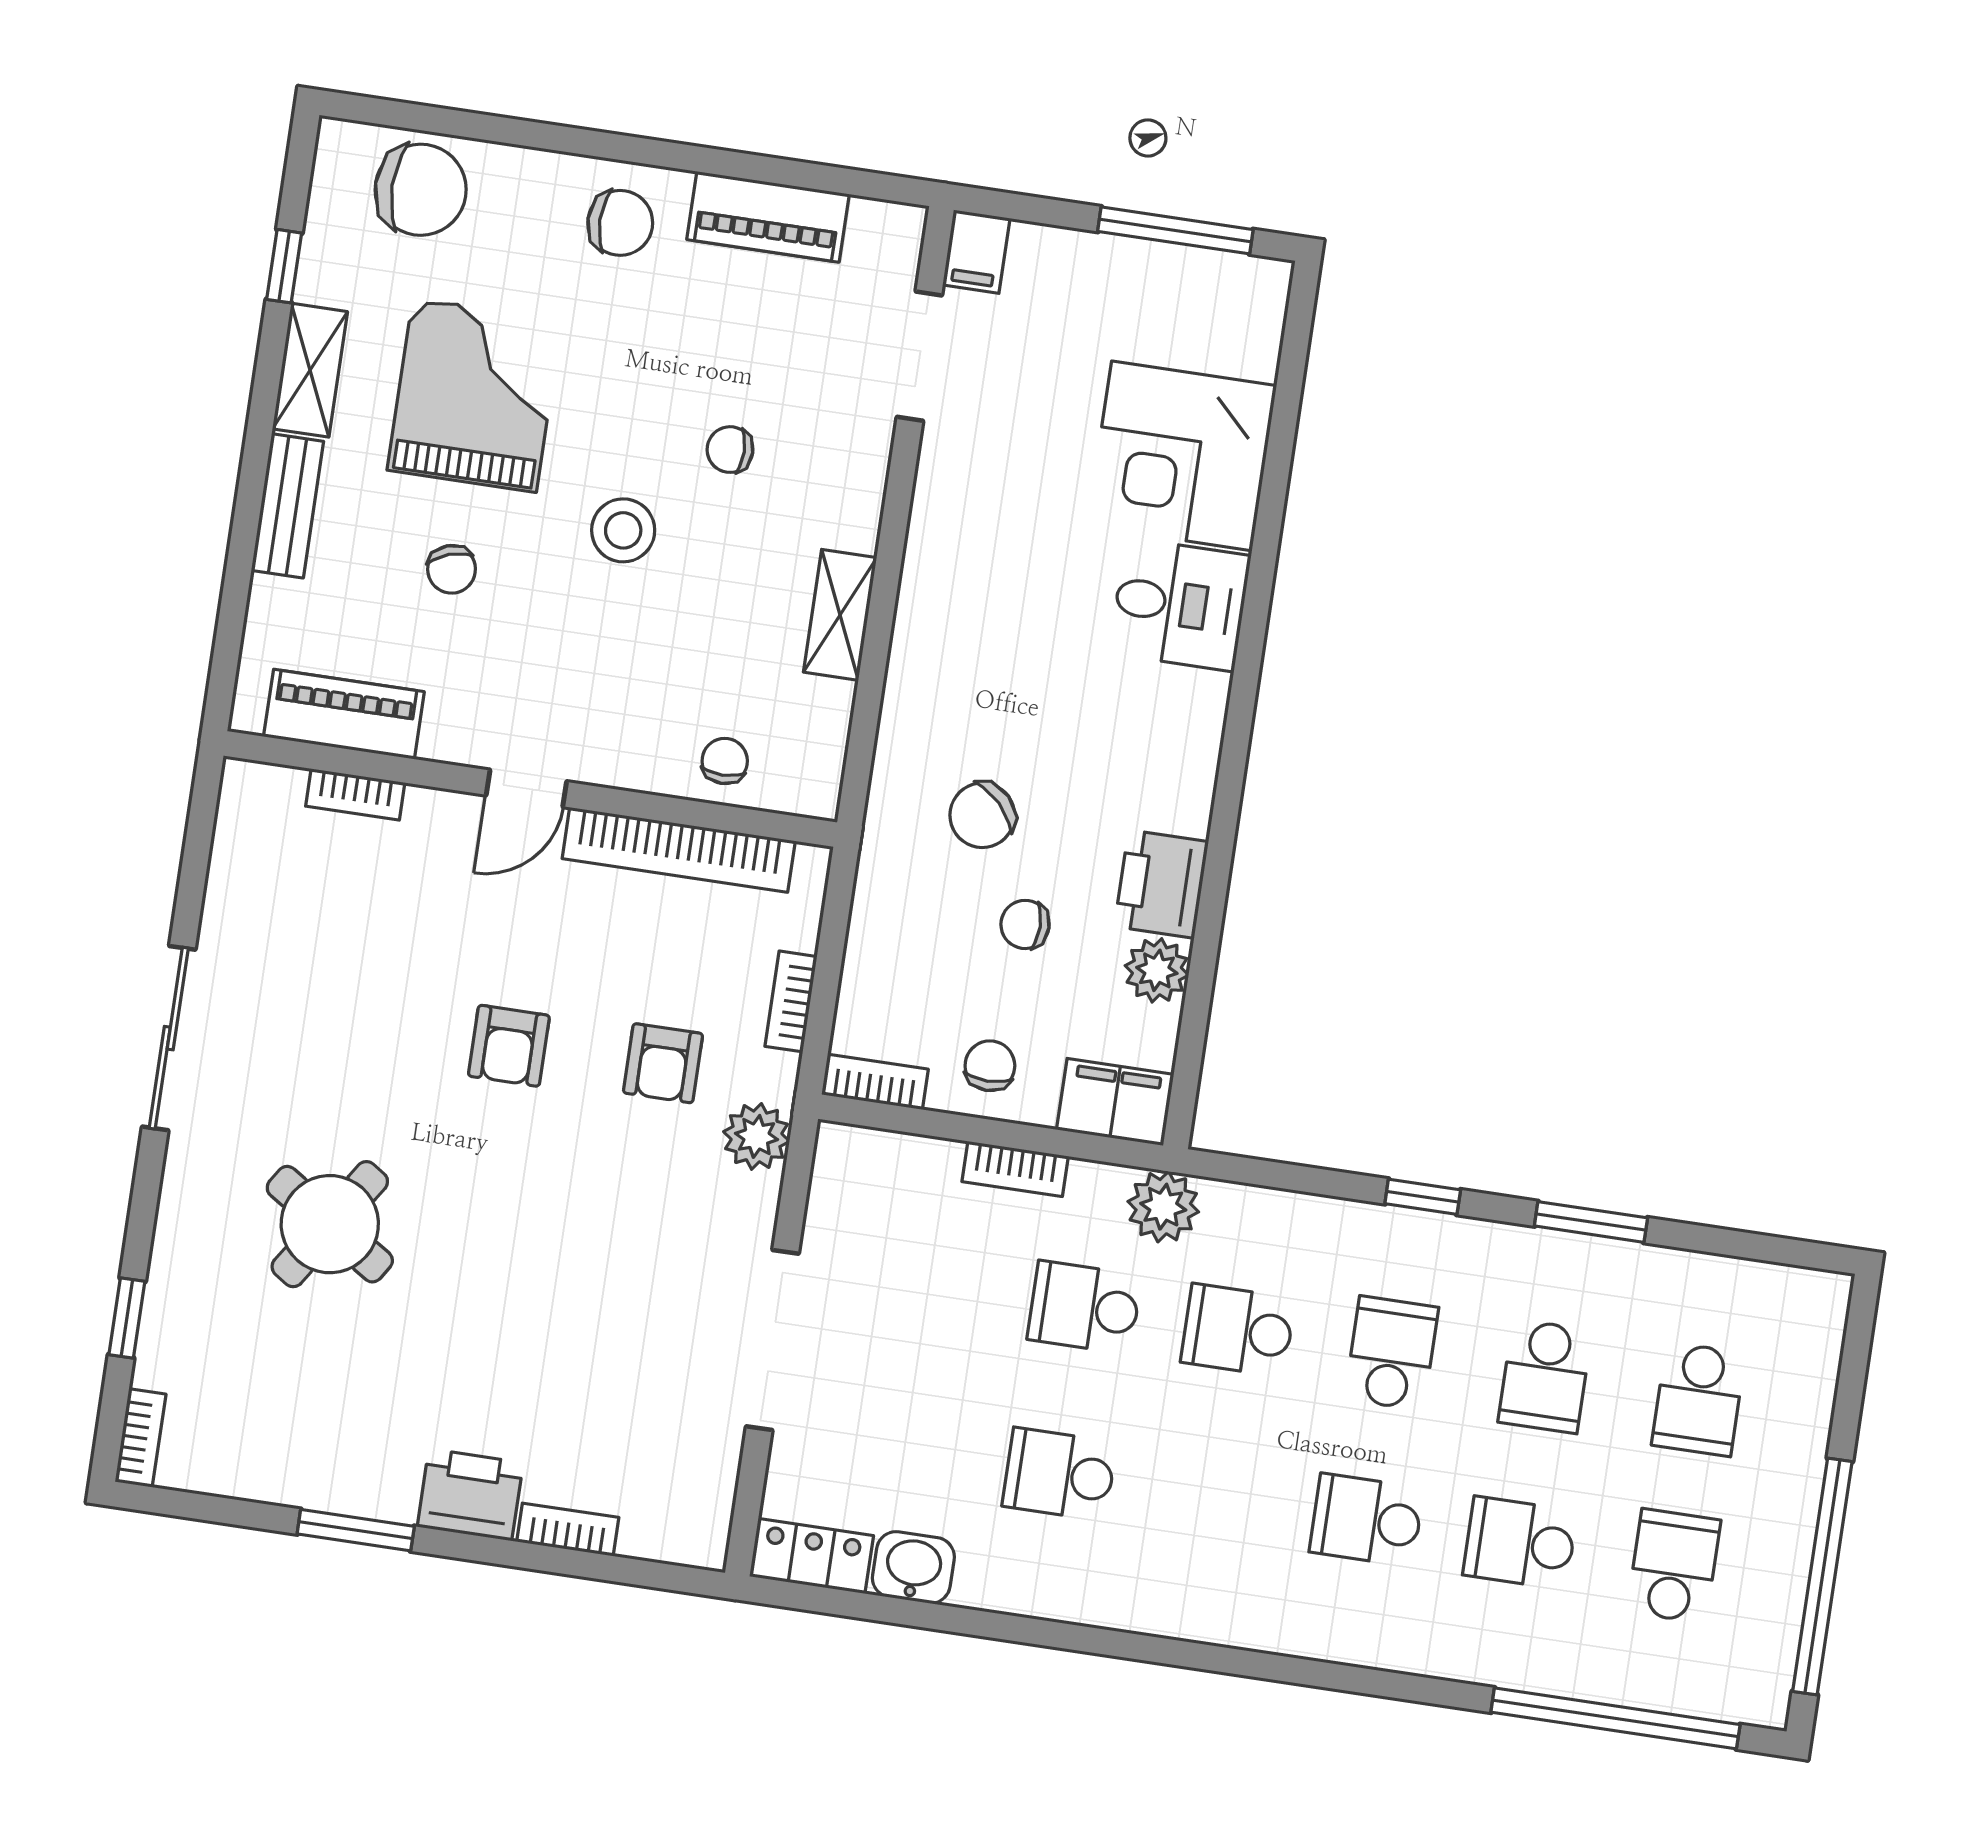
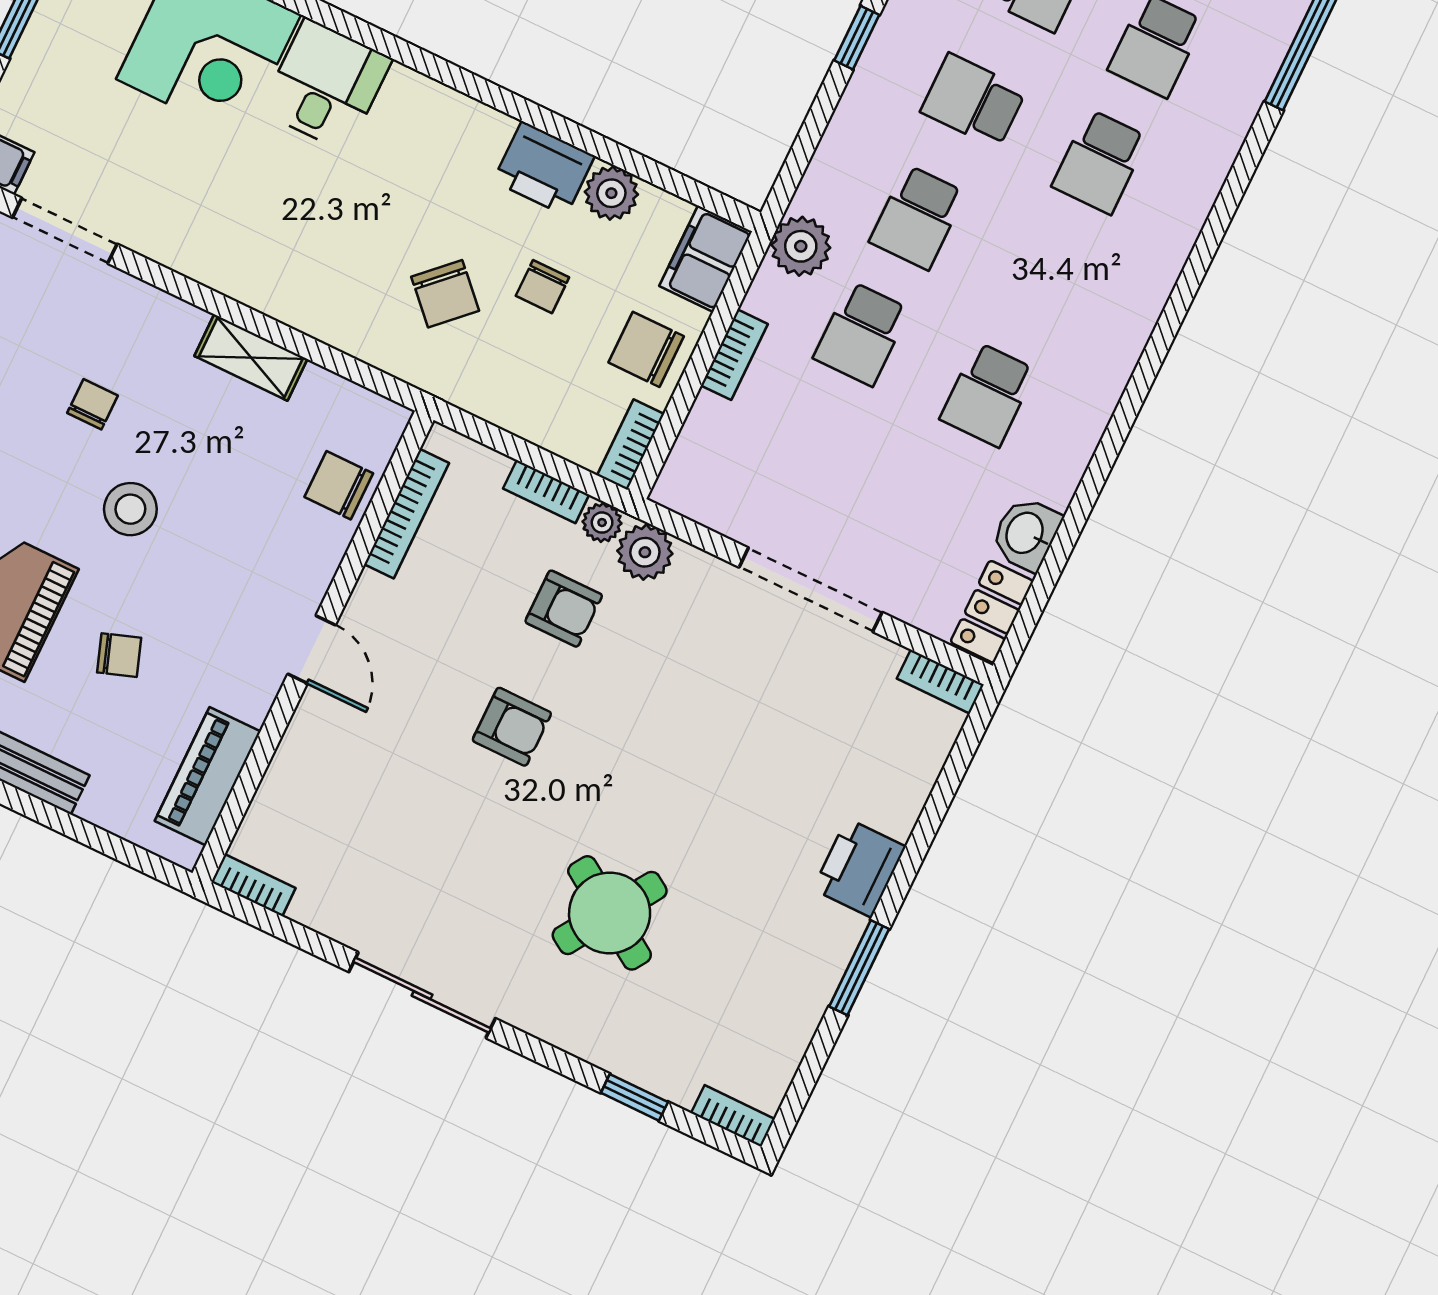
chair: (730, 450) -> (93, 404), turned 180
chair: (725, 761) -> (339, 485), width x1.37, depth x1.37
bookcase: (355, 794) -> (253, 885), moved, turned -90
bookcase: (679, 850) -> (407, 514), width x0.68, depth x0.76
chair: (990, 1066) -> (646, 349), width x1.37, depth x1.37
plant: (775, 1077) -> (602, 523), added
bookcase: (568, 1530) -> (940, 682), moved, turned -90

